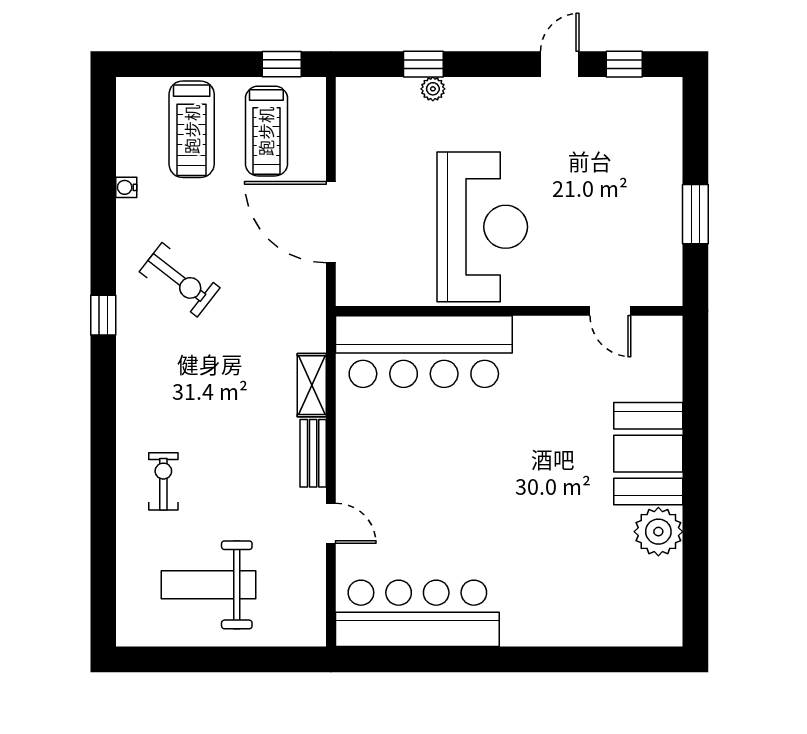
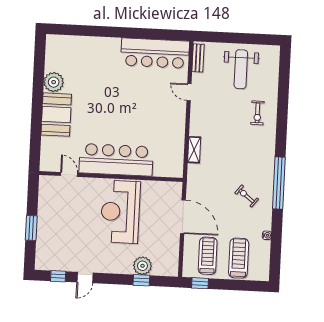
plant: (433, 89) -> (142, 266), width x1.88, depth x1.88
window: (695, 214) -> (31, 228), moved
exercise bike: (180, 280) -> (247, 196), width x0.73, depth x0.72
window: (103, 315) -> (279, 183), width x3.17
bar counter: (424, 352) -> (116, 160), moved
bench: (313, 453) -> (198, 58), moved
weight bench: (209, 585) -> (241, 69), turned 90

